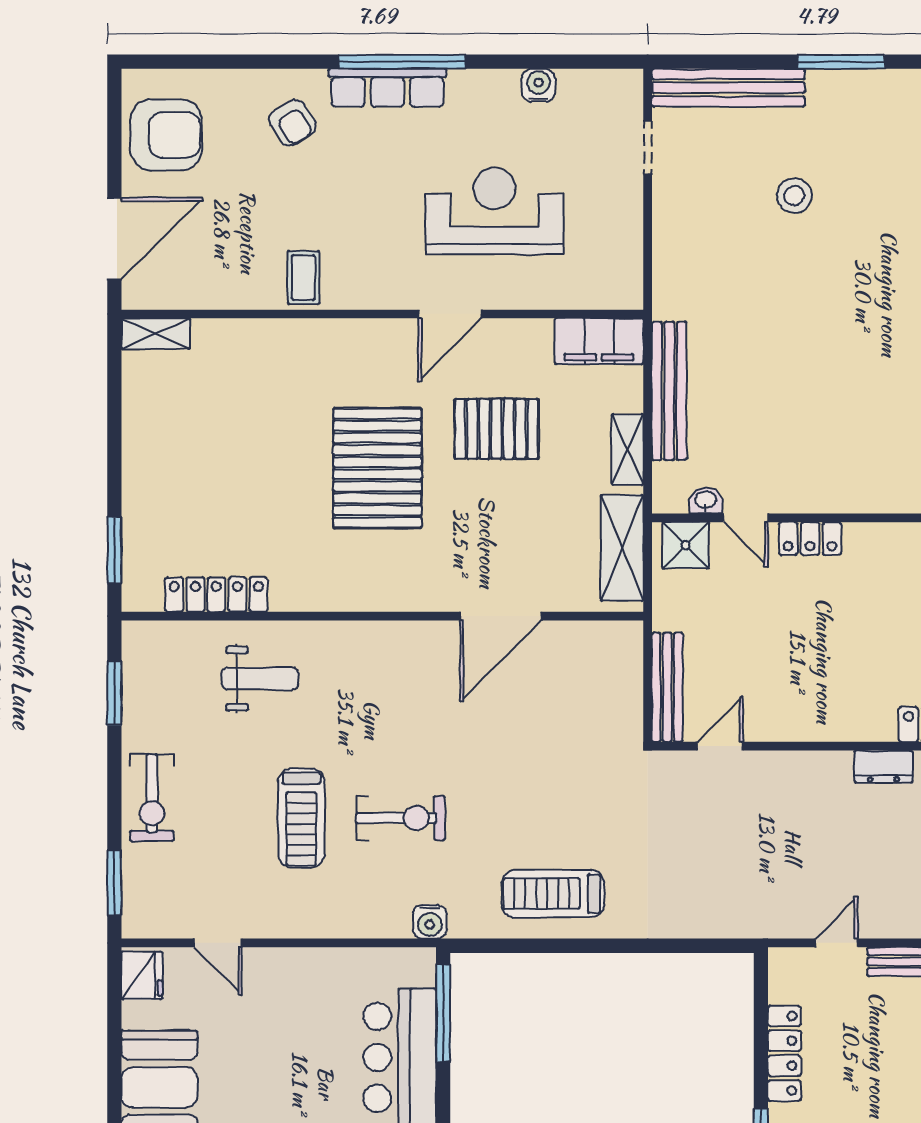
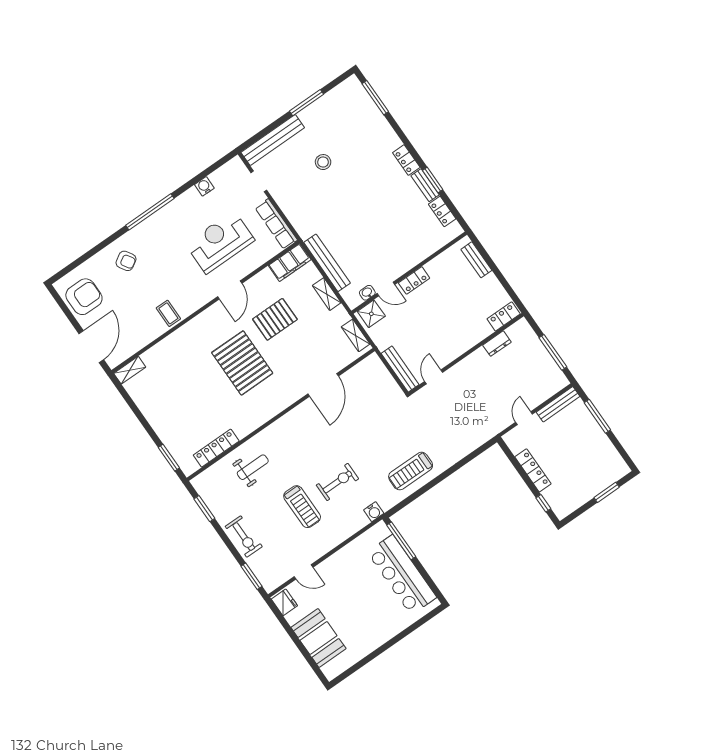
row of seats: (387, 88) -> (276, 224), moved, turned 90
shelving: (622, 548) -> (356, 335), width x0.67, depth x0.75

